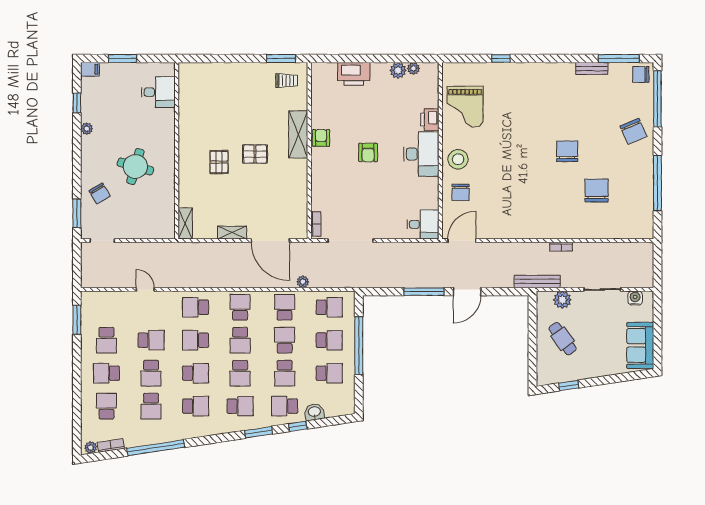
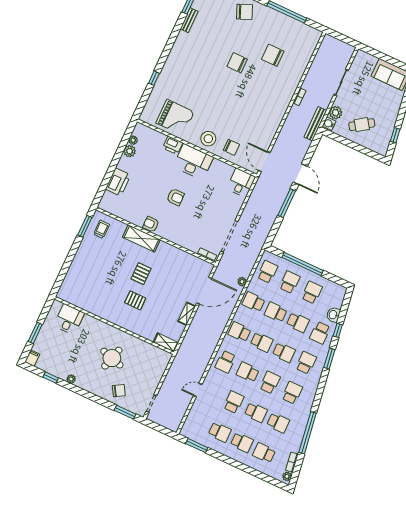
water cooler: (635, 298) -> (329, 124), moved
school desk: (196, 340) -> (248, 372), turned 90
school desk: (106, 373) -> (242, 442), turned -90

